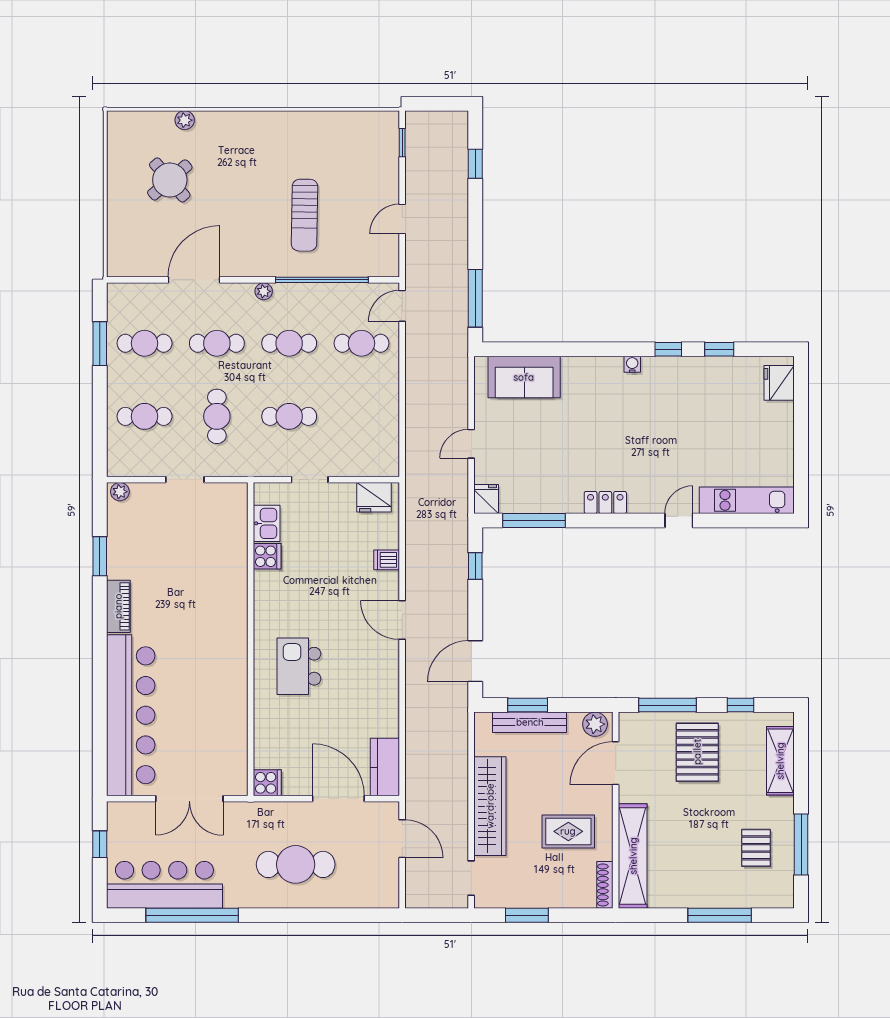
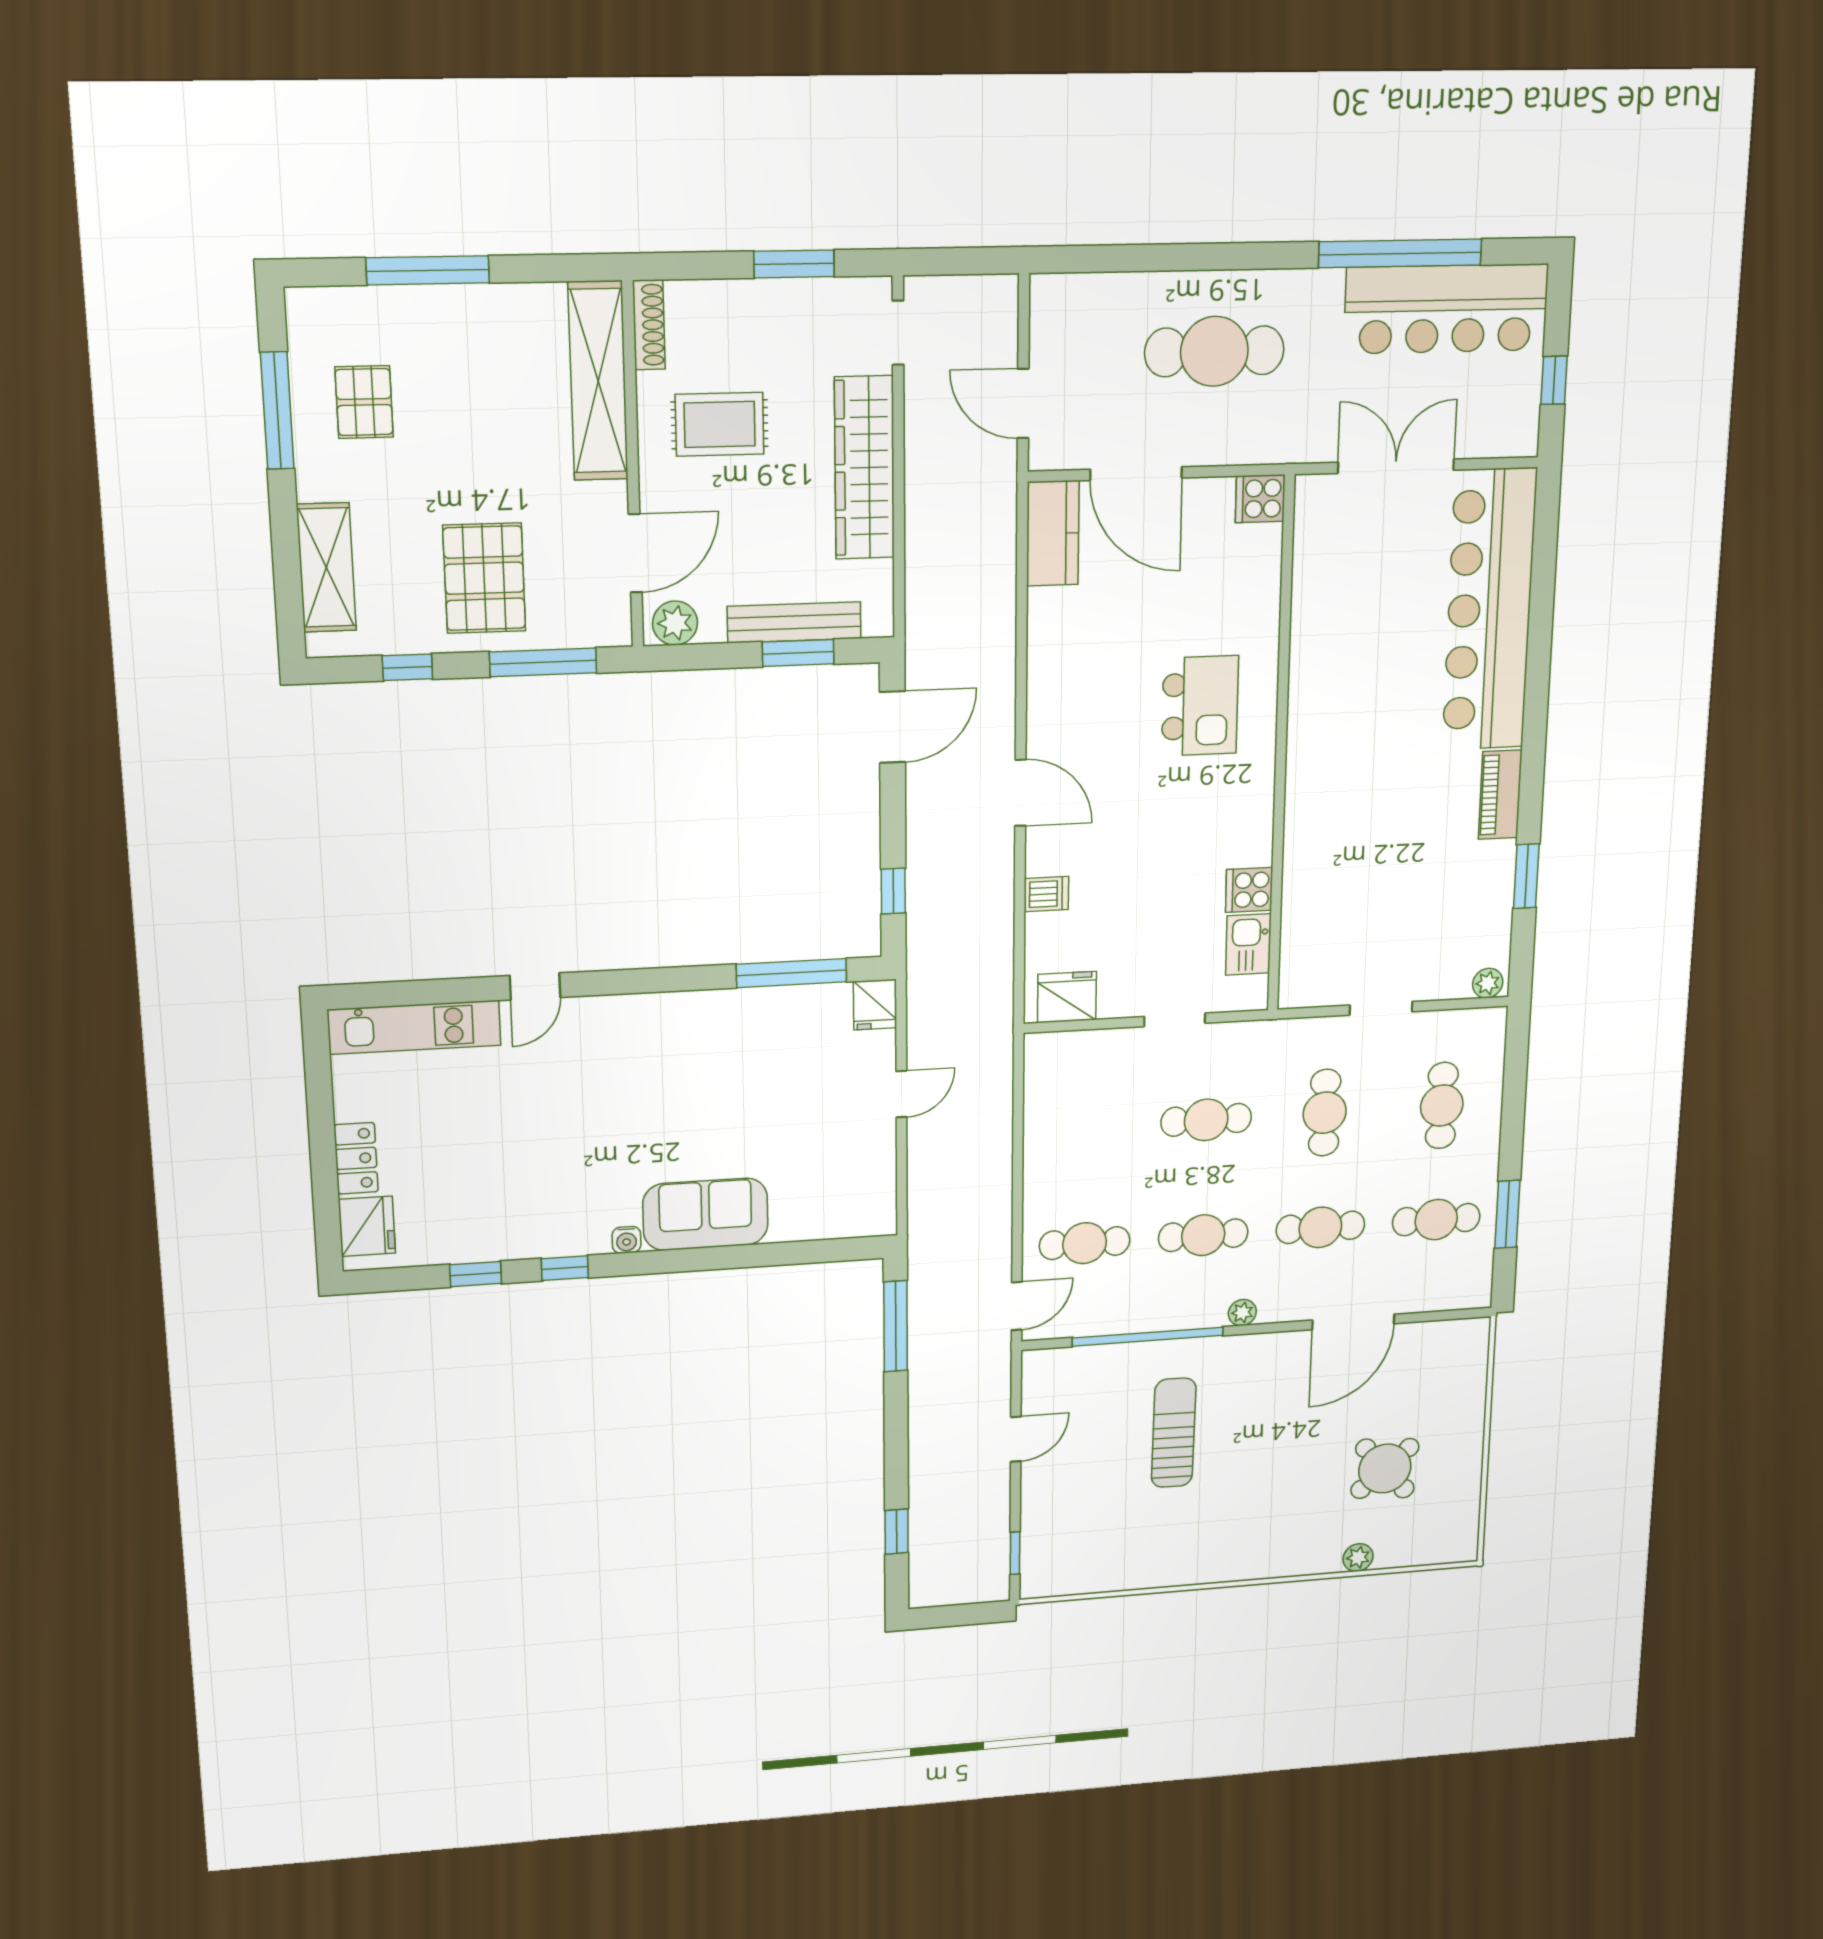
sofa: (524, 377) -> (705, 1214), moved
cafe table: (145, 416) -> (1442, 1106), turned 90
locker: (605, 502) -> (356, 1158), moved, turned -90

